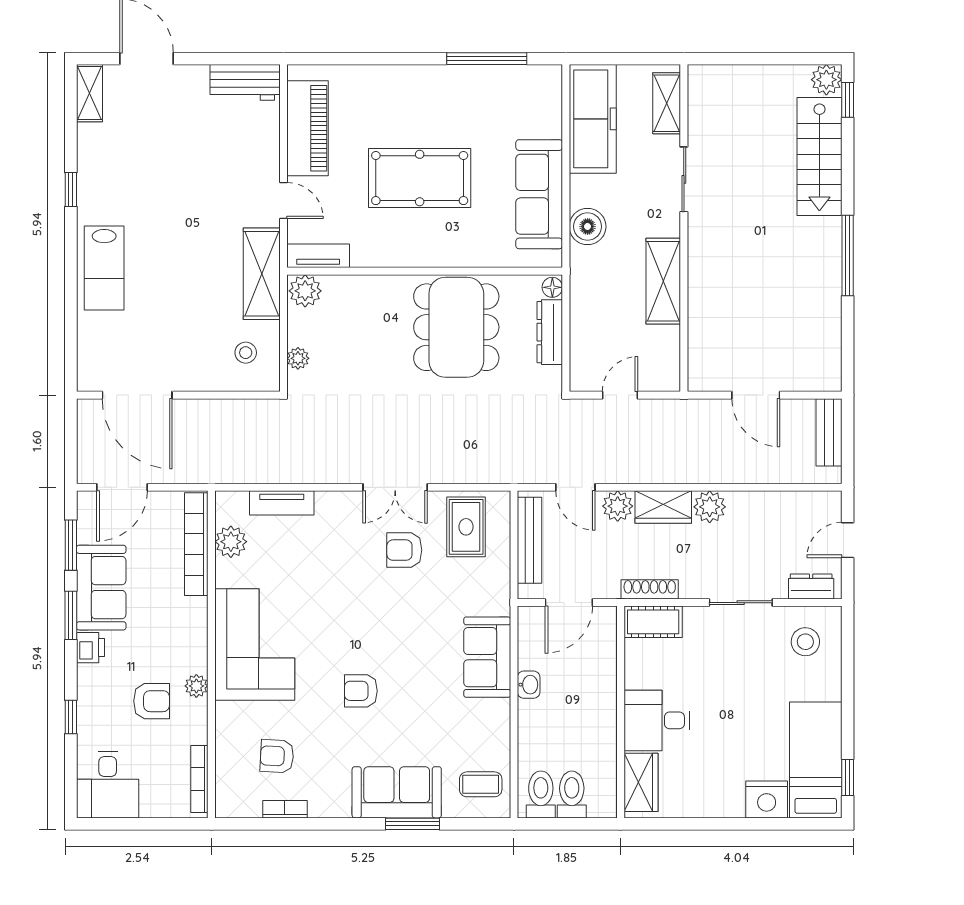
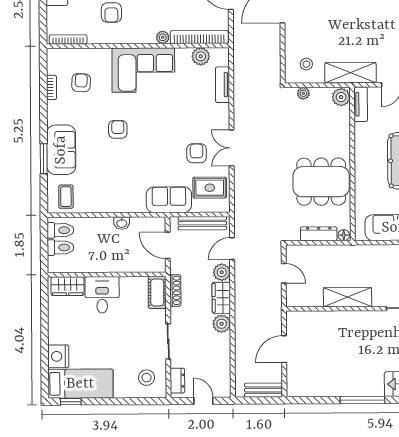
boiler: (588, 227) -> (378, 255), removed
sofa: (487, 657) -> (169, 200), moved
plant: (196, 686) -> (163, 37), moved

